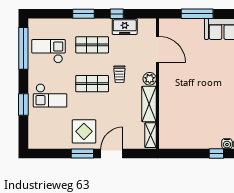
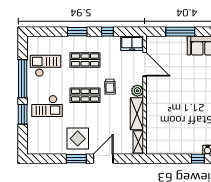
freezer: (125, 26) -> (132, 43), moved
window: (23, 48) -> (23, 79), moved

